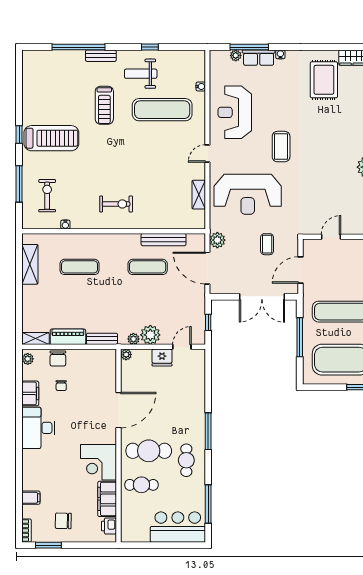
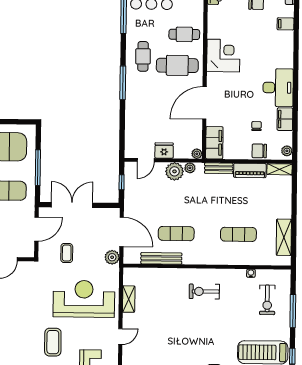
chair: (58, 358) -> (259, 151), turned -90
filing cabinet: (107, 499) -> (214, 143), moved

